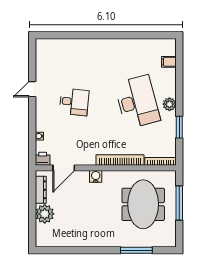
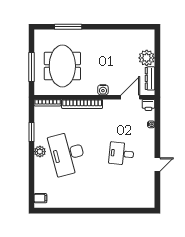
filing cabinet: (169, 62) -> (40, 198), moved

